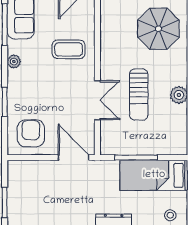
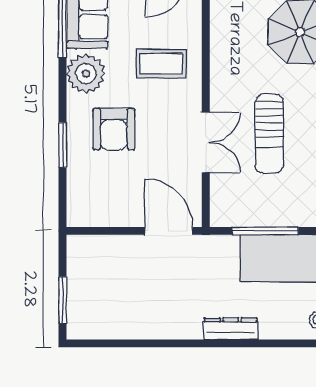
plant: (14, 62) -> (86, 74), width x1.87, depth x1.87
armchair: (31, 133) -> (114, 129), moved, turned 180

